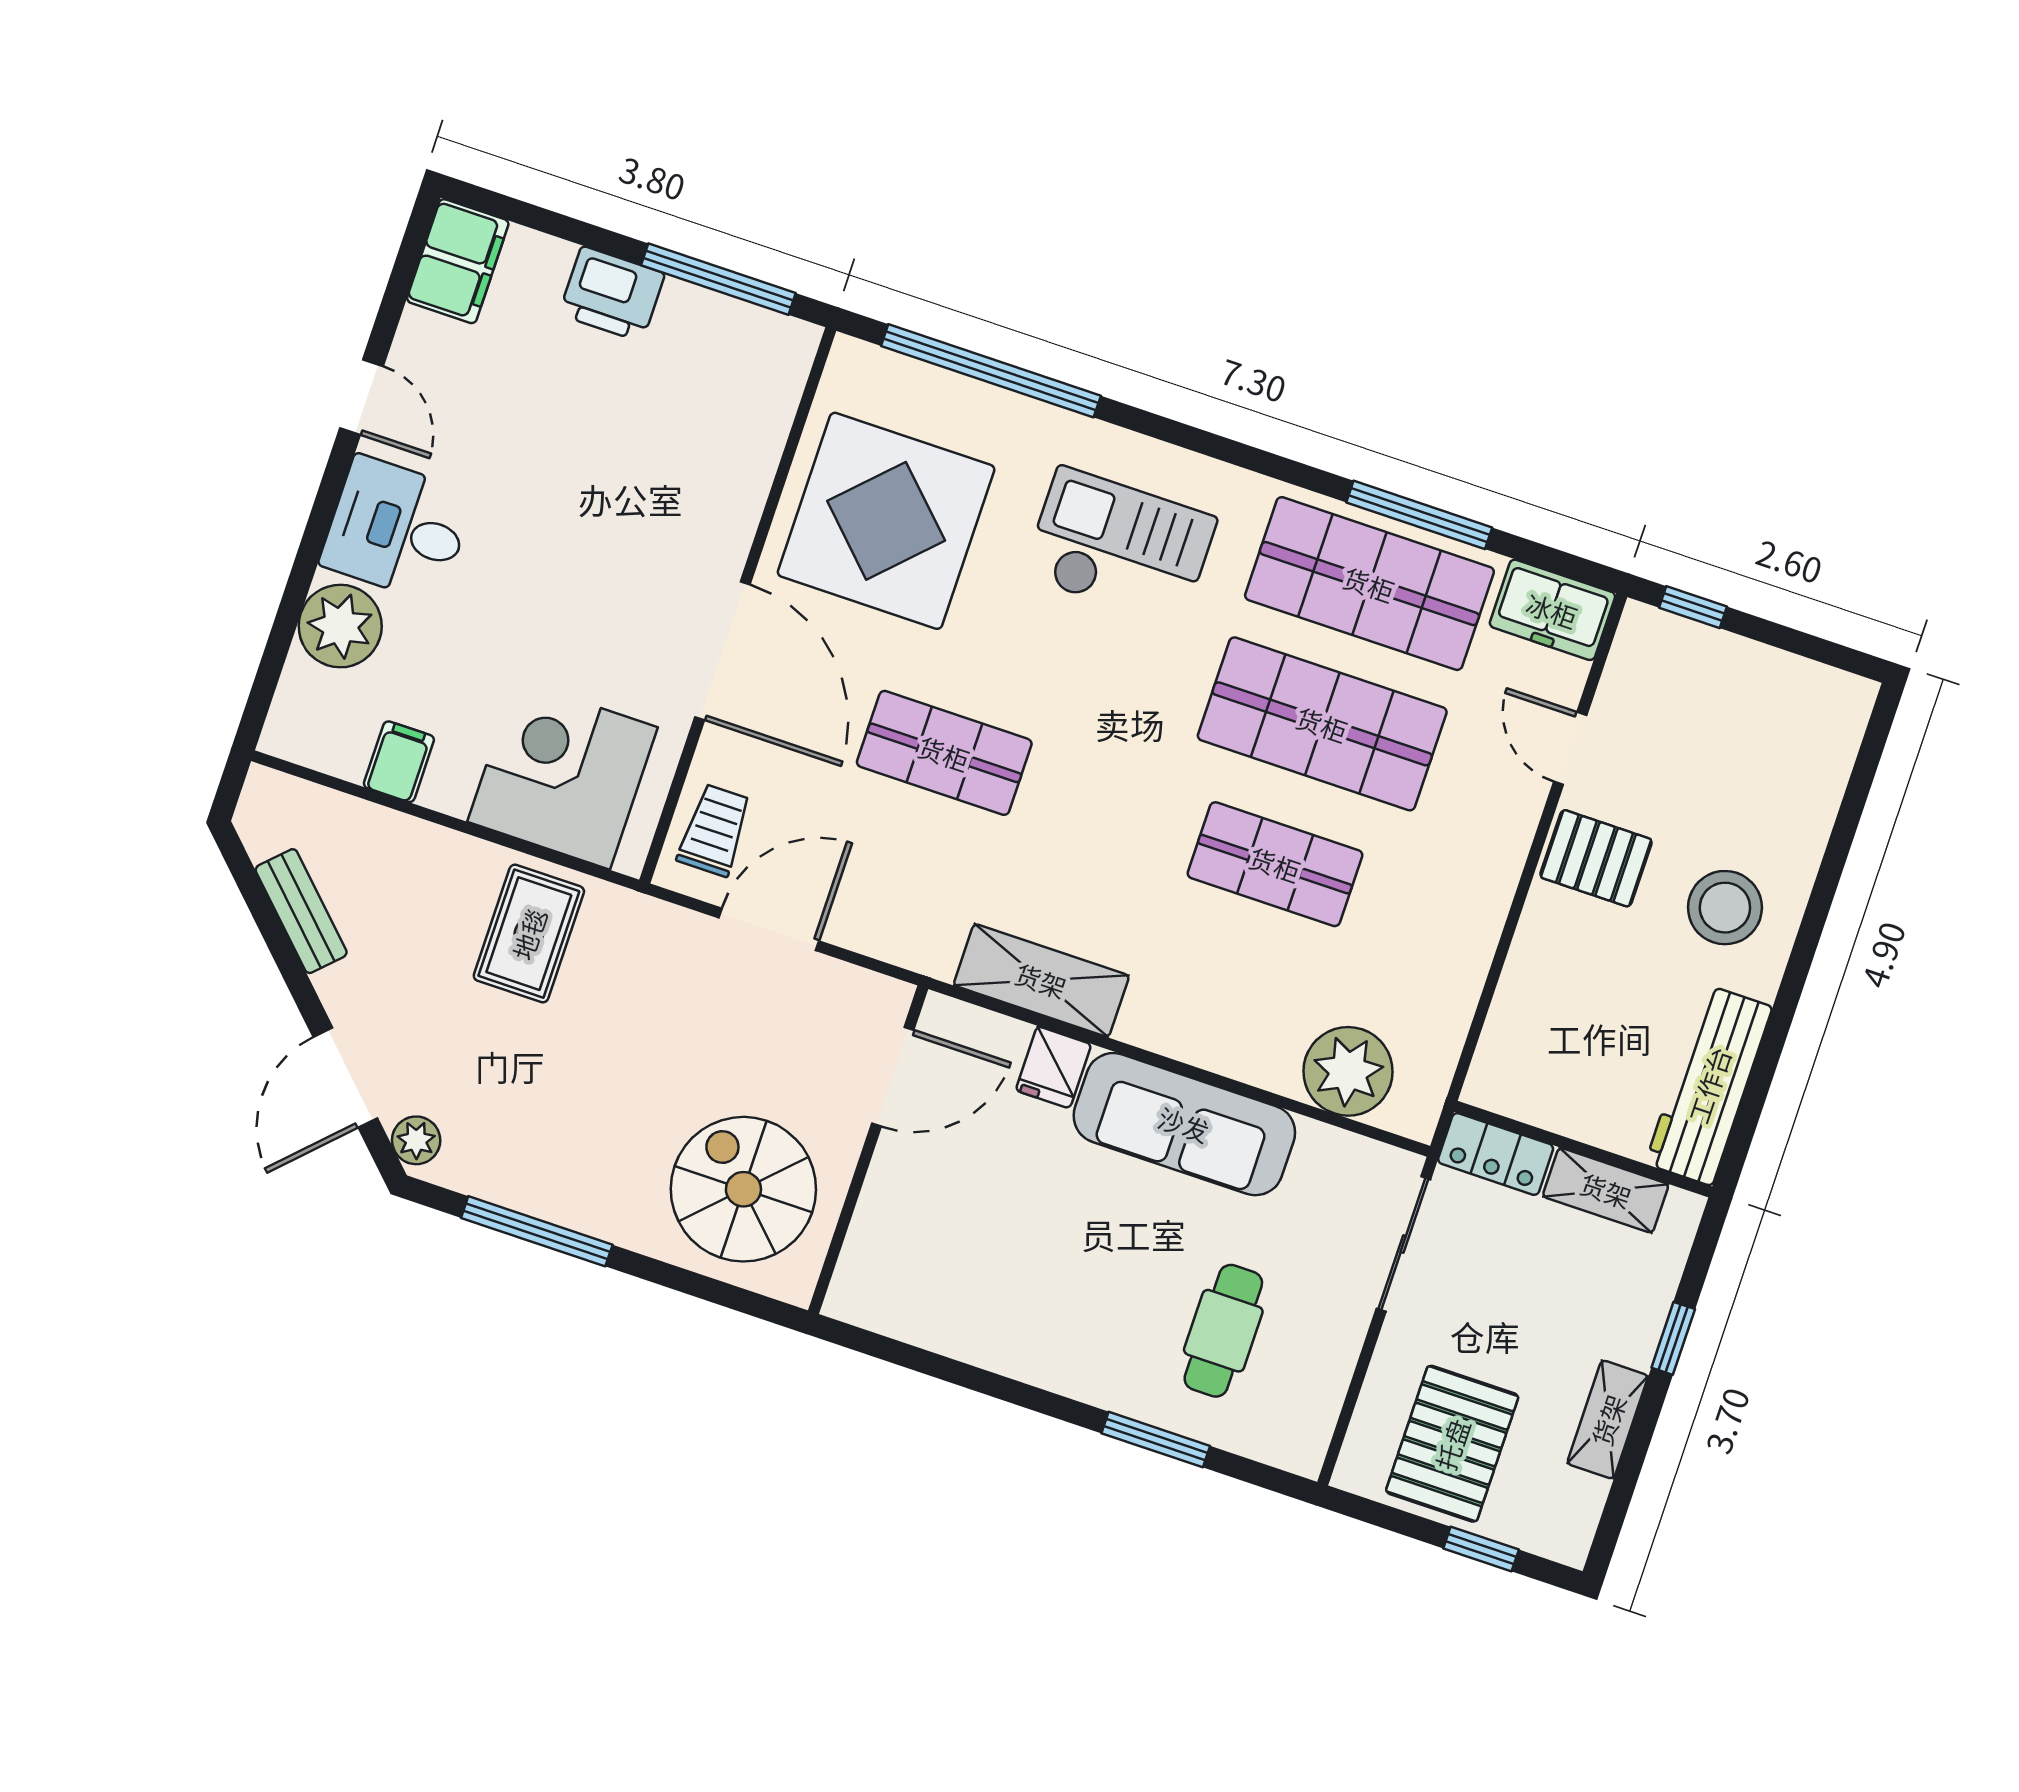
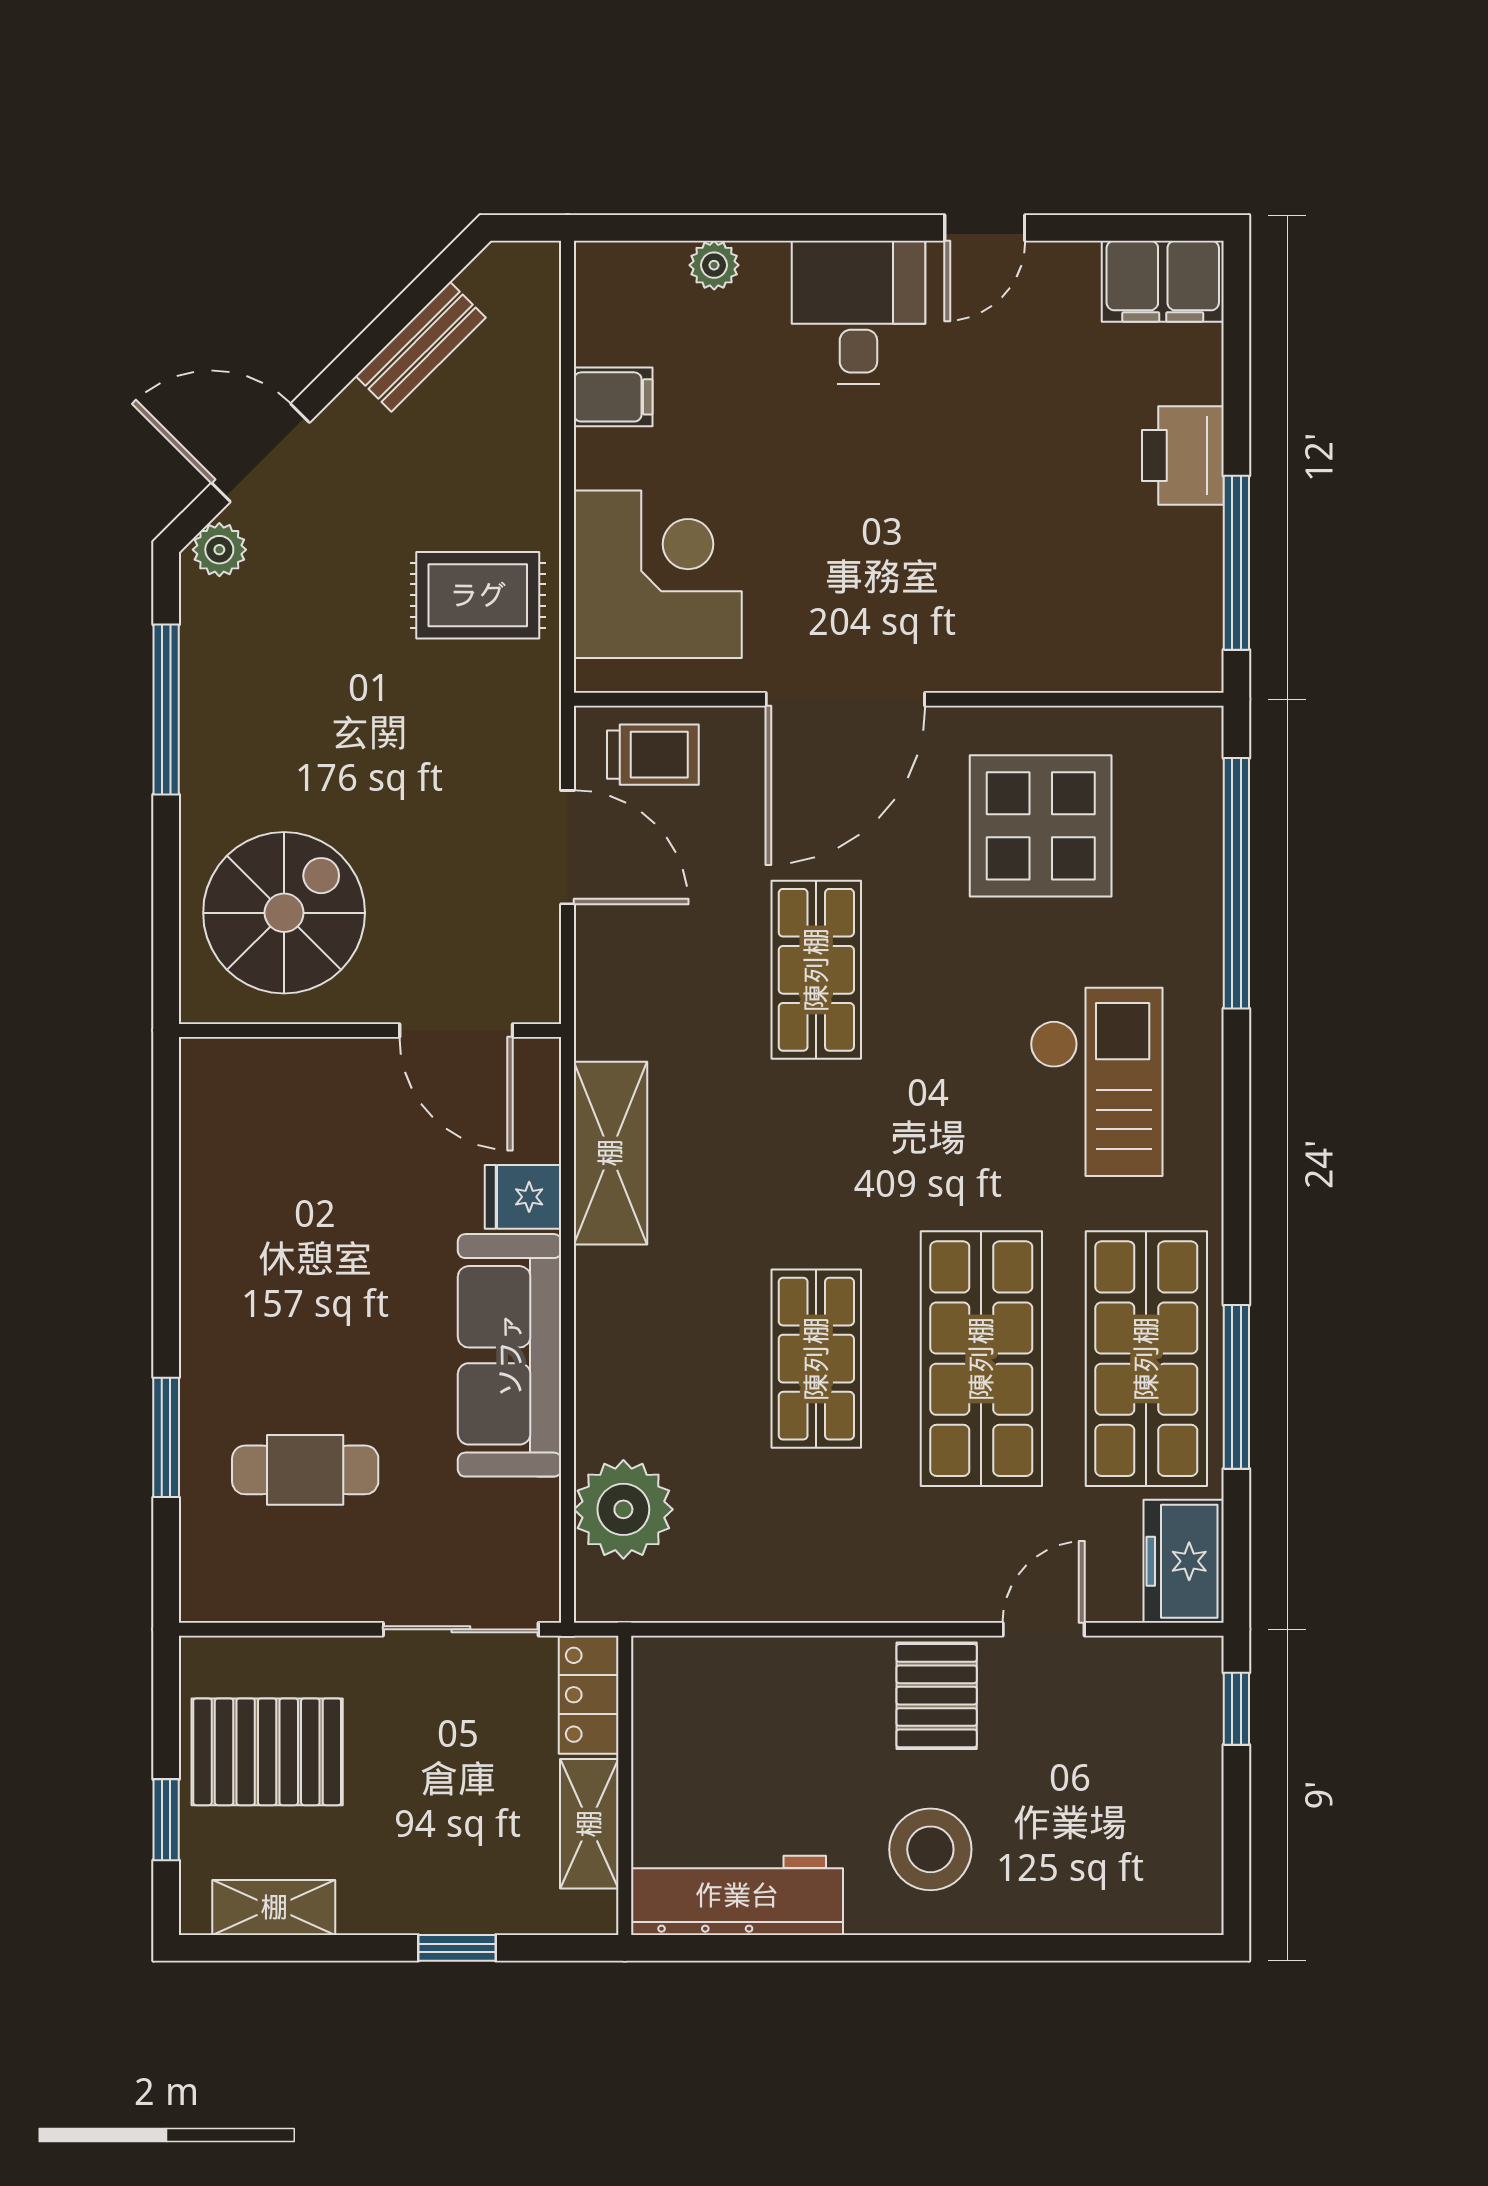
display table: (886, 521) -> (1041, 826), width x0.73, depth x0.73
plant: (340, 626) -> (714, 265), width x0.53, depth x0.53
shelving: (1608, 1420) -> (274, 1907), moved

